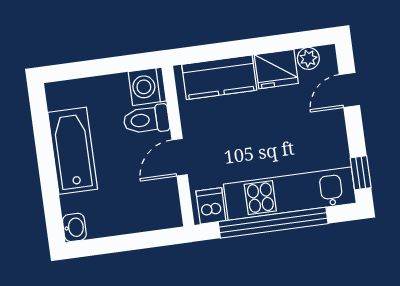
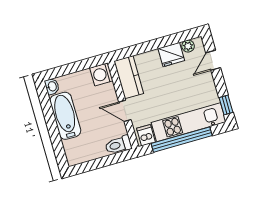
kitchen counter: (219, 77) -> (129, 77), moved, turned -90
toilet: (146, 120) -> (118, 145), moved
door: (180, 157) -> (125, 111), hinge flipped
washbasin: (74, 227) -> (52, 86), moved

